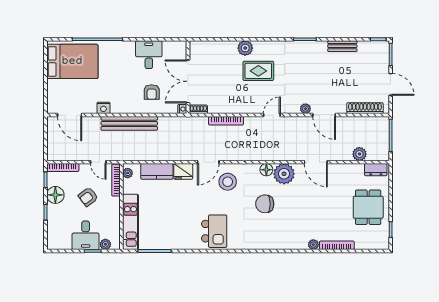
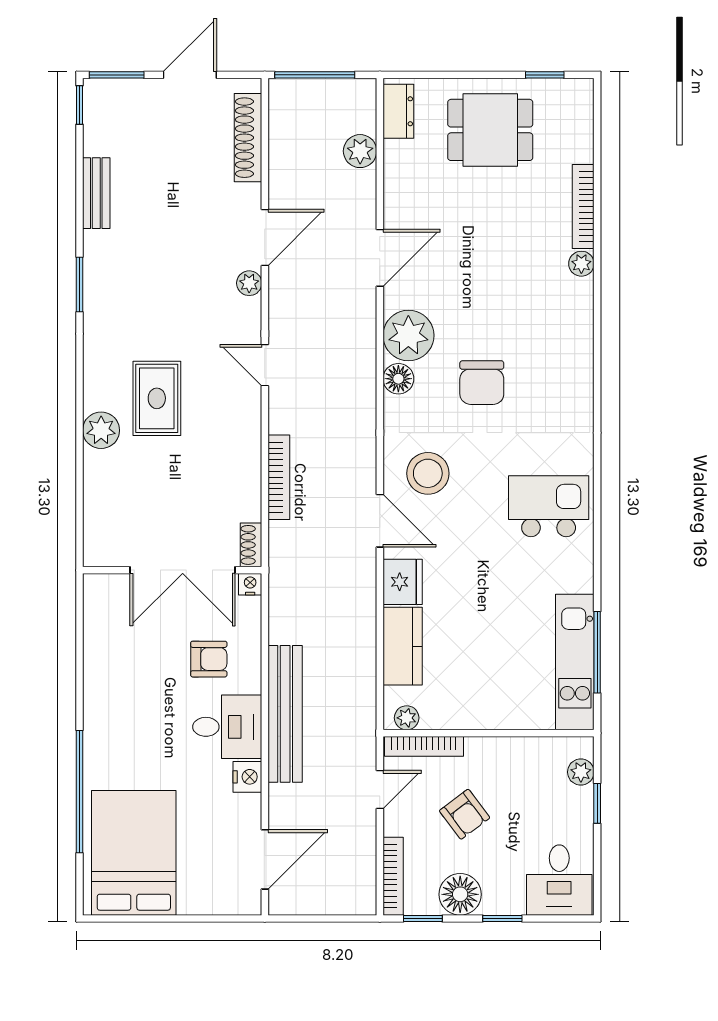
desk: (149, 55) -> (227, 727), moved, turned 180
kitchen unit: (130, 222) -> (575, 662), moved, turned -90
desk: (86, 235) -> (559, 880), moved, turned 90

